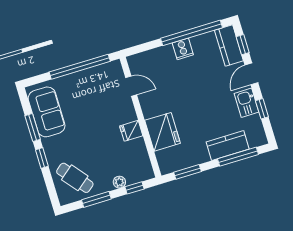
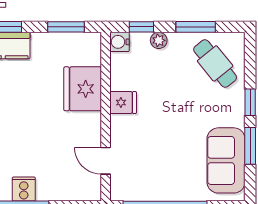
water cooler: (147, 173) -> (120, 42), added

